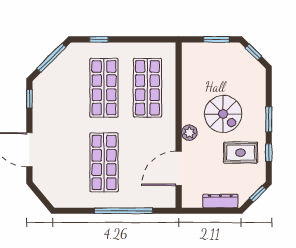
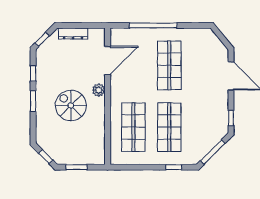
rug: (241, 153) -> (56, 73), removed

